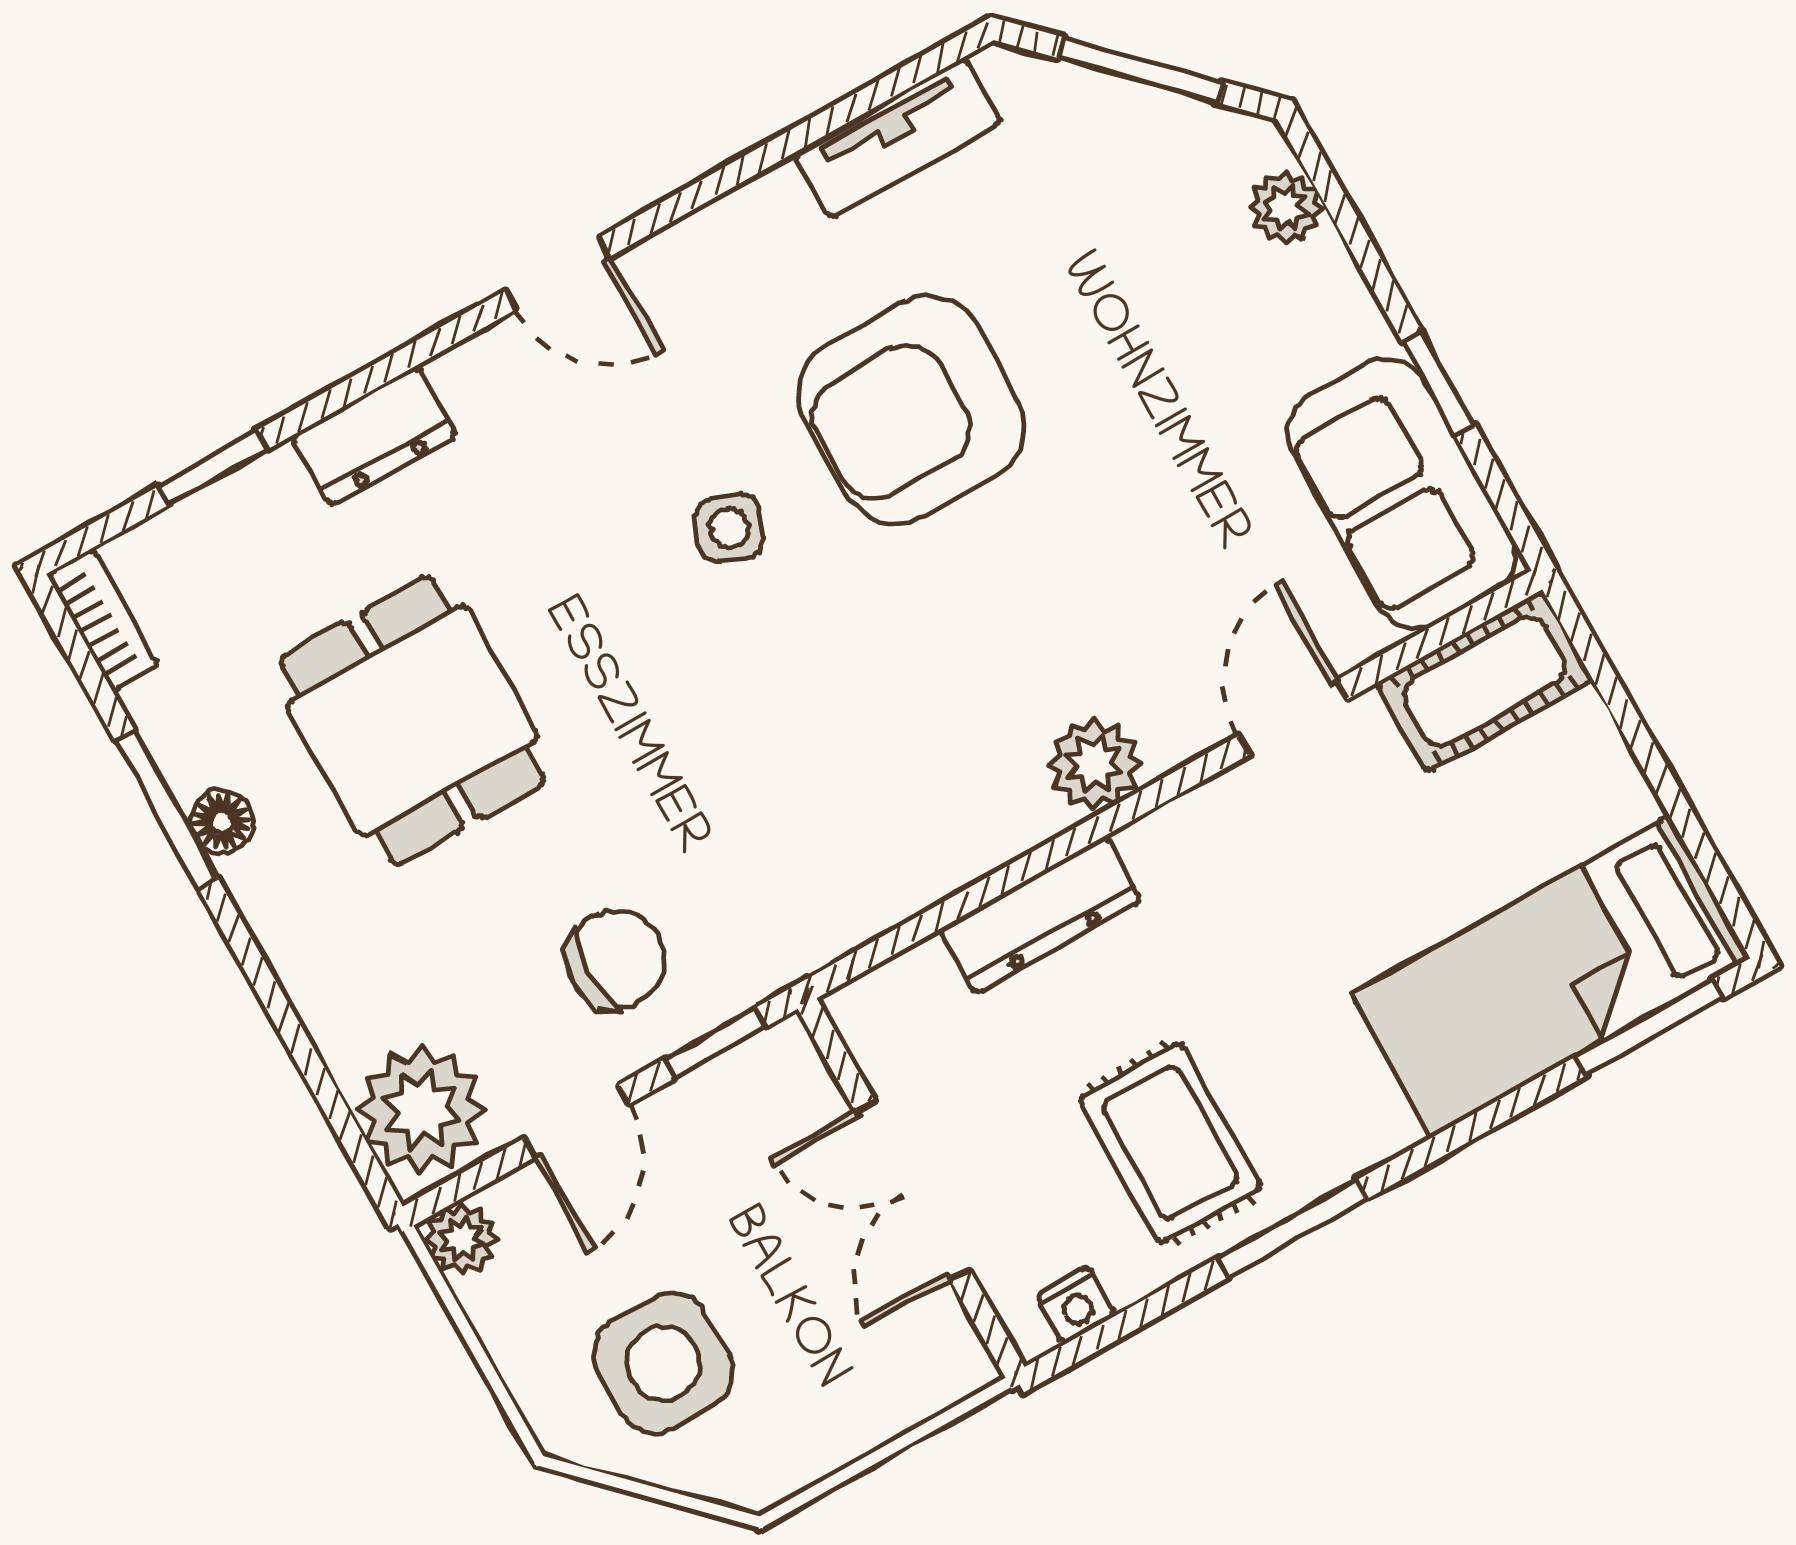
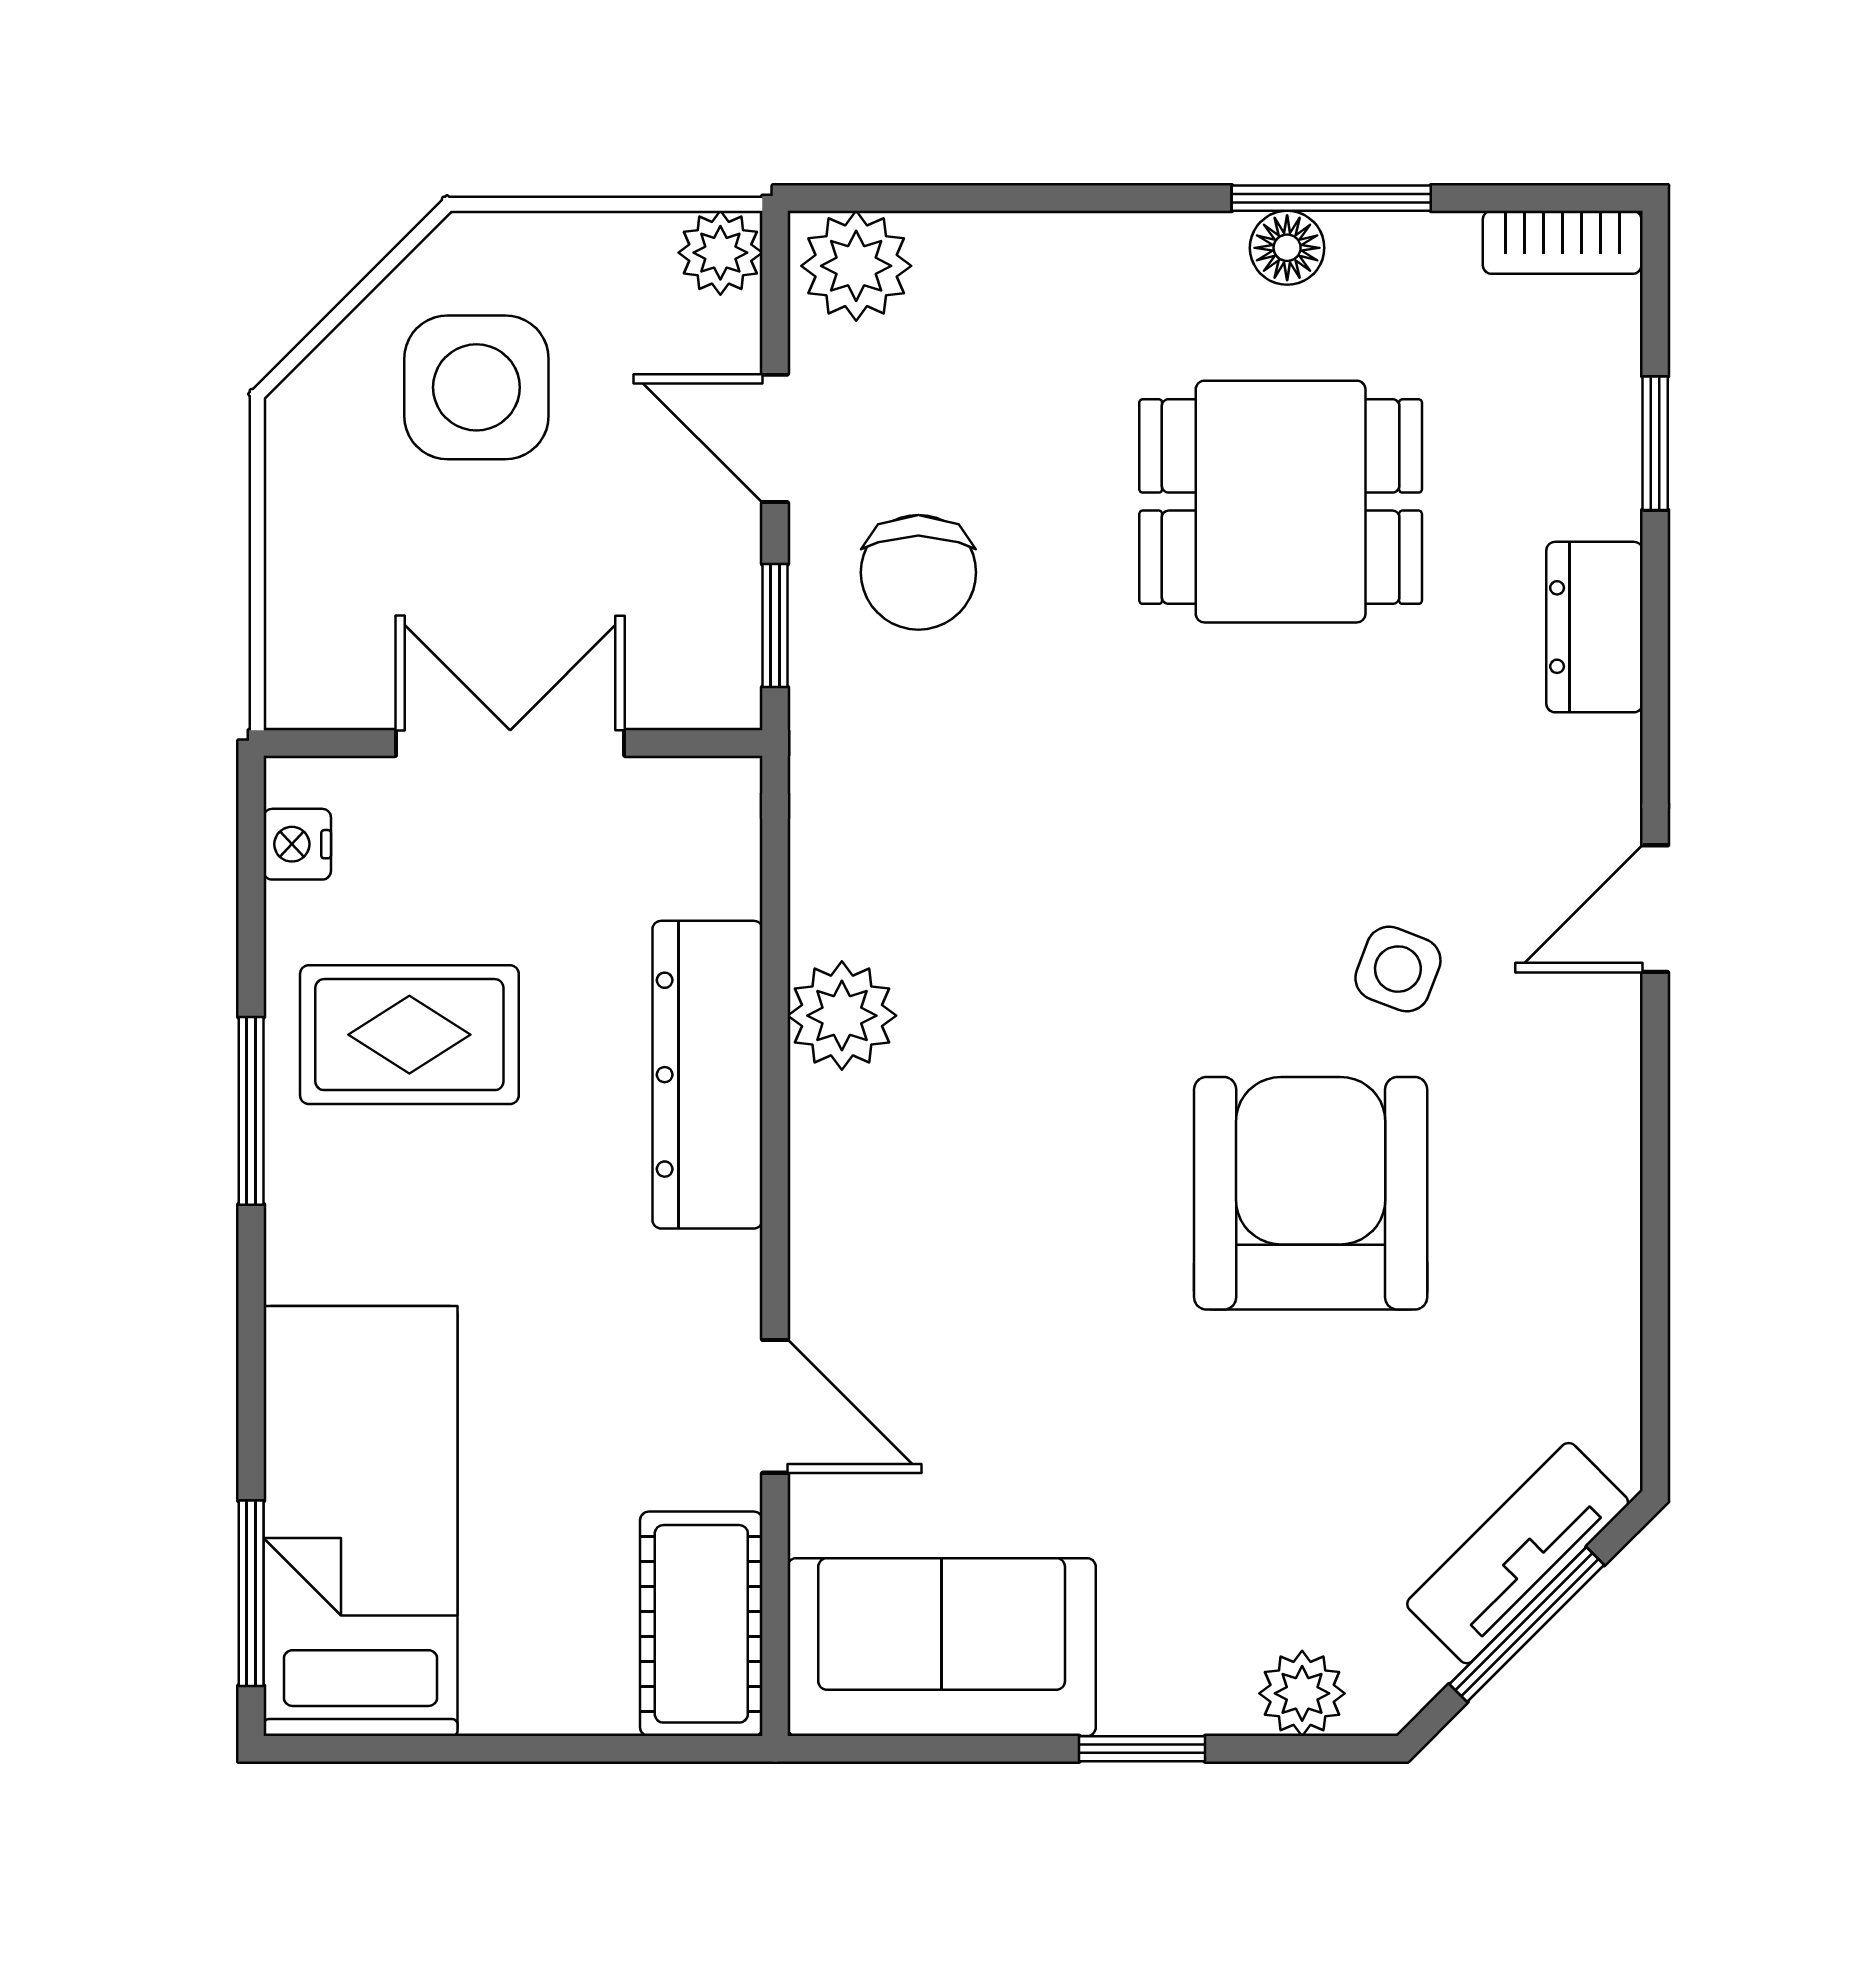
tv unit: (898, 138) -> (1518, 1553), moved, turned 45
window: (1439, 384) -> (1142, 1749), moved
side table: (729, 528) -> (1398, 969), moved
plant: (1094, 764) -> (842, 1016), moved
dresser: (1041, 915) -> (707, 1075), width x1.37, depth x1.24
plant: (421, 1110) -> (856, 266), width x0.73, depth x0.73

